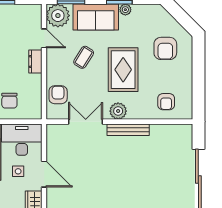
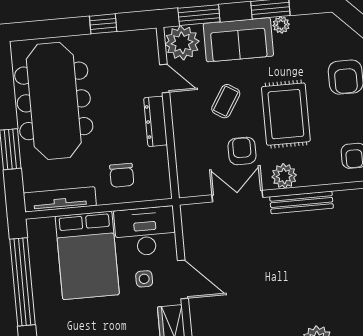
dresser: (35, 62) -> (156, 121), width x1.44
armchair: (58, 95) -> (242, 151), moved

